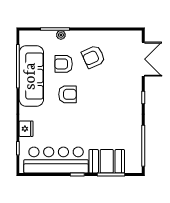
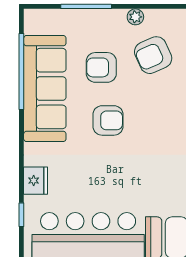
plant: (61, 35) -> (135, 17), moved

